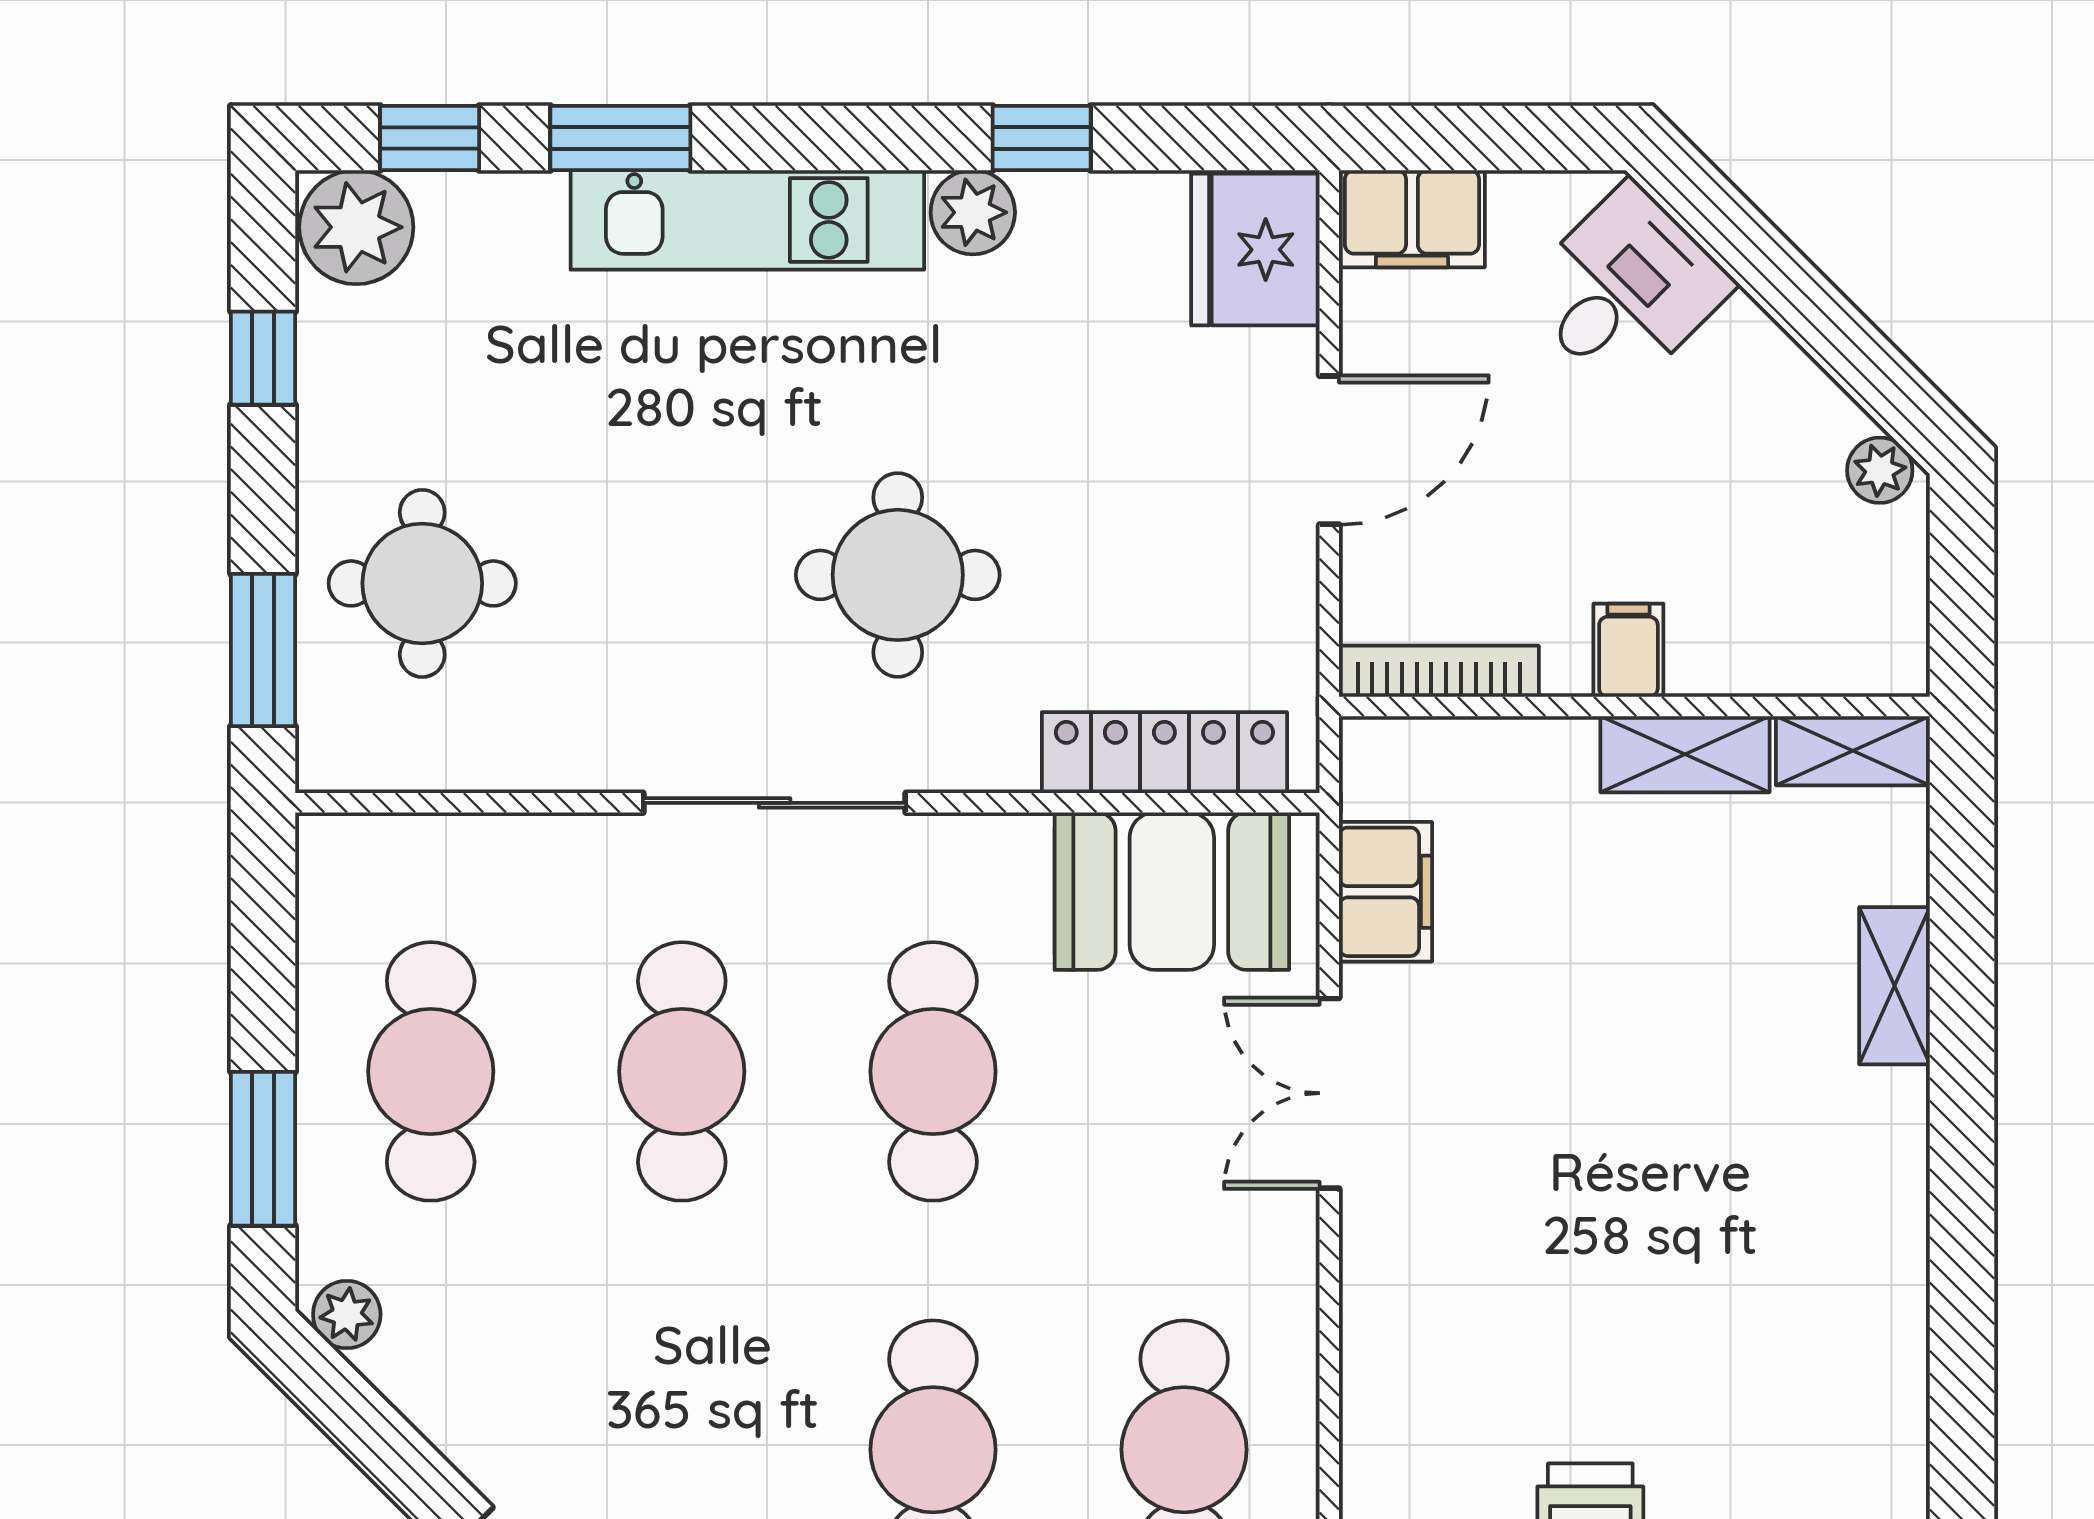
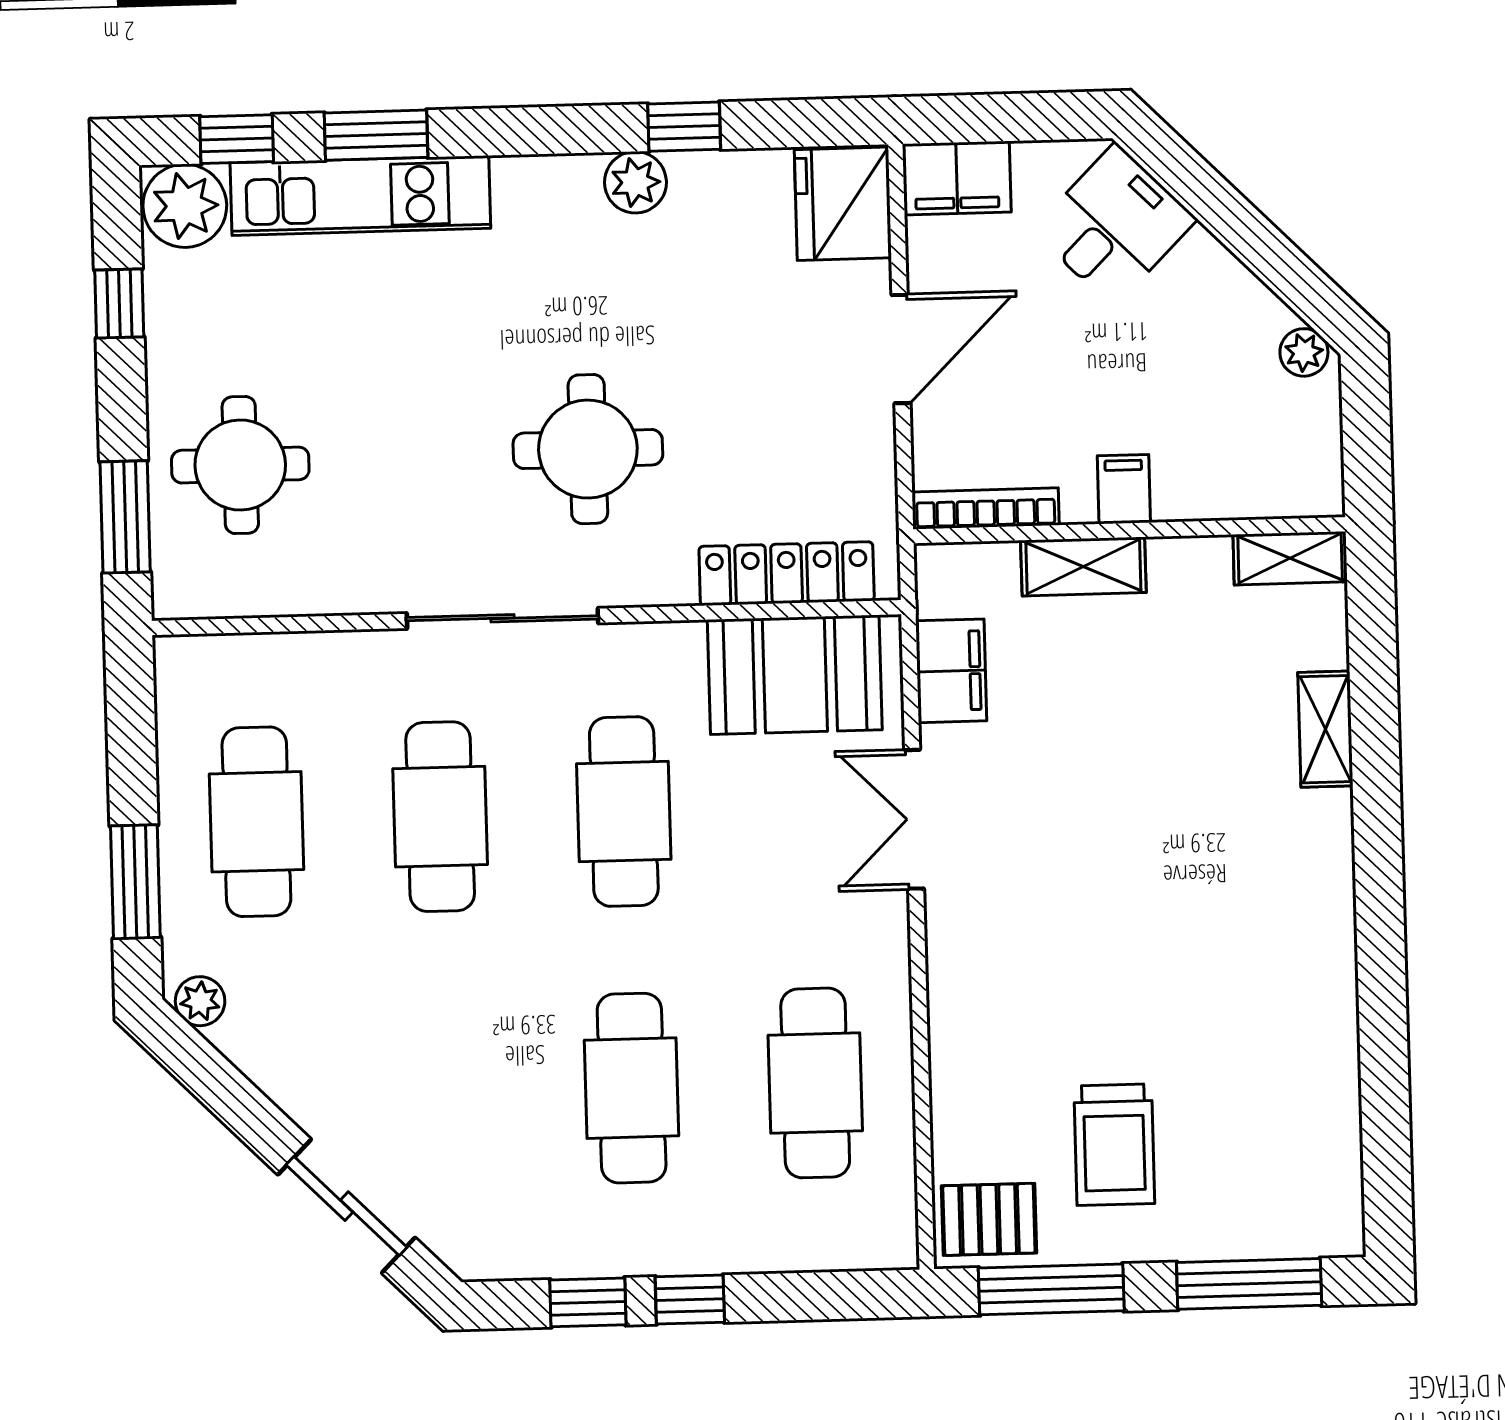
kitchen unit: (747, 220) -> (360, 196), moved
shelving: (1685, 754) -> (1083, 566), moved

